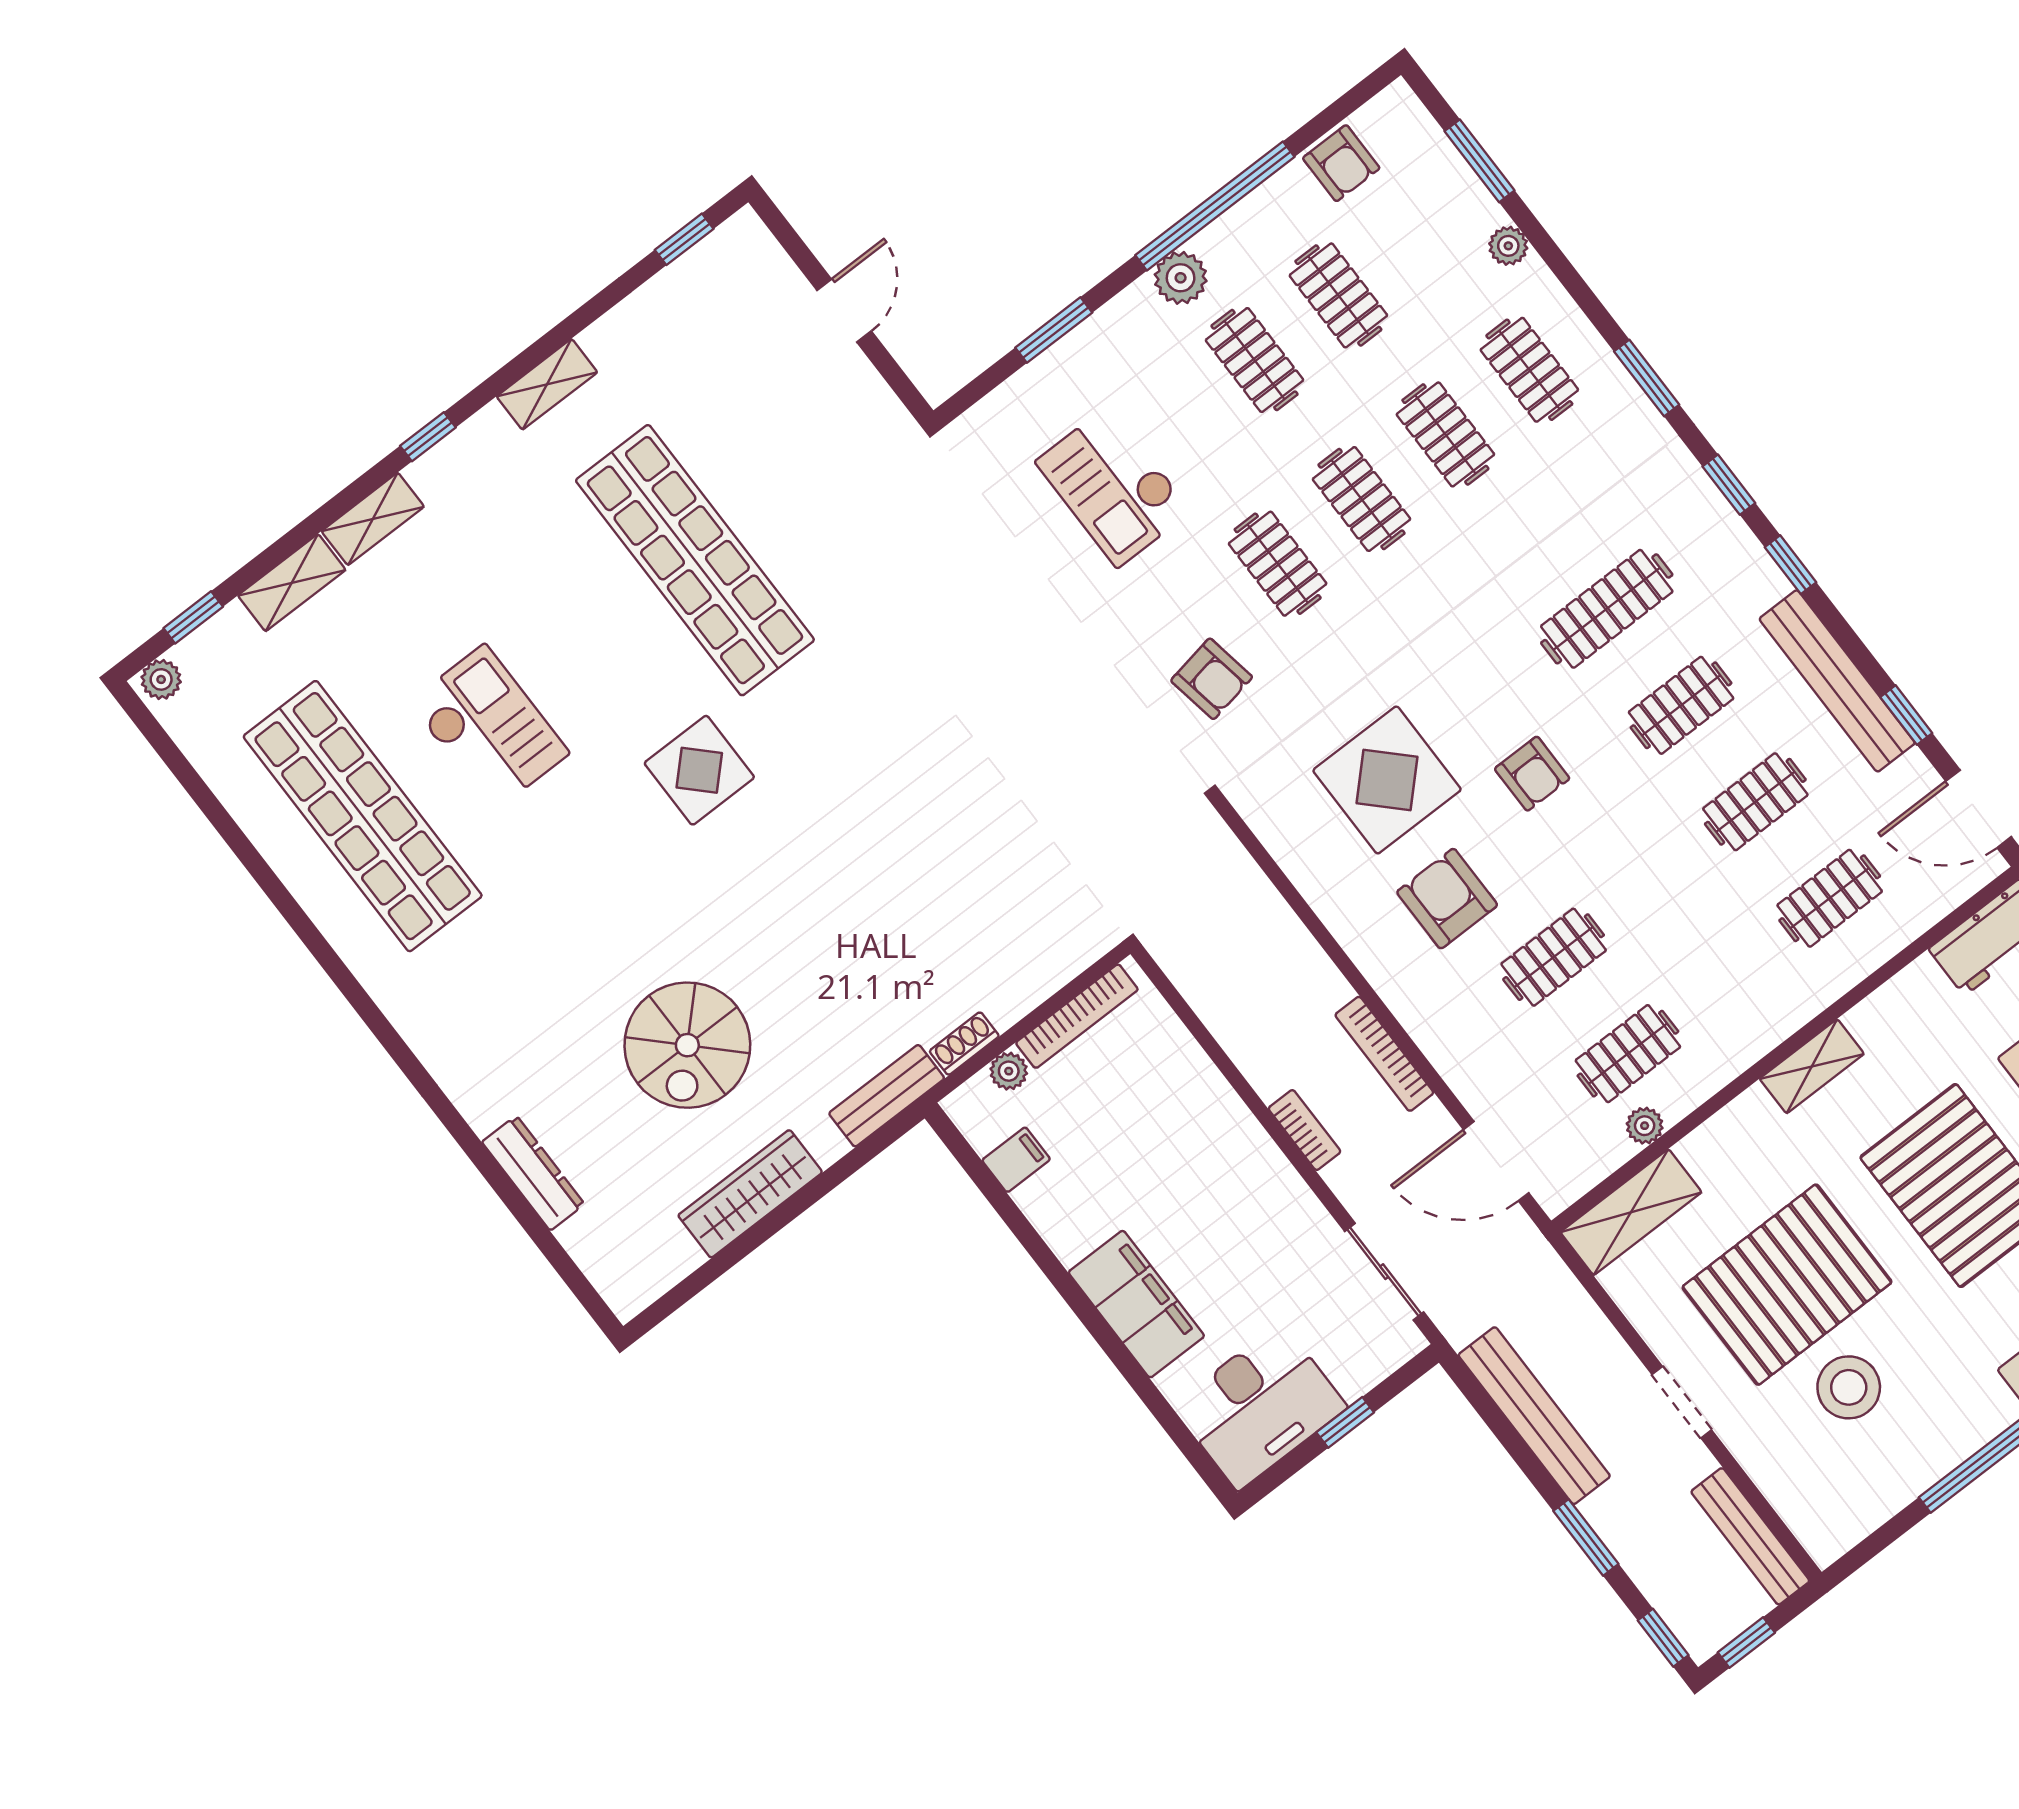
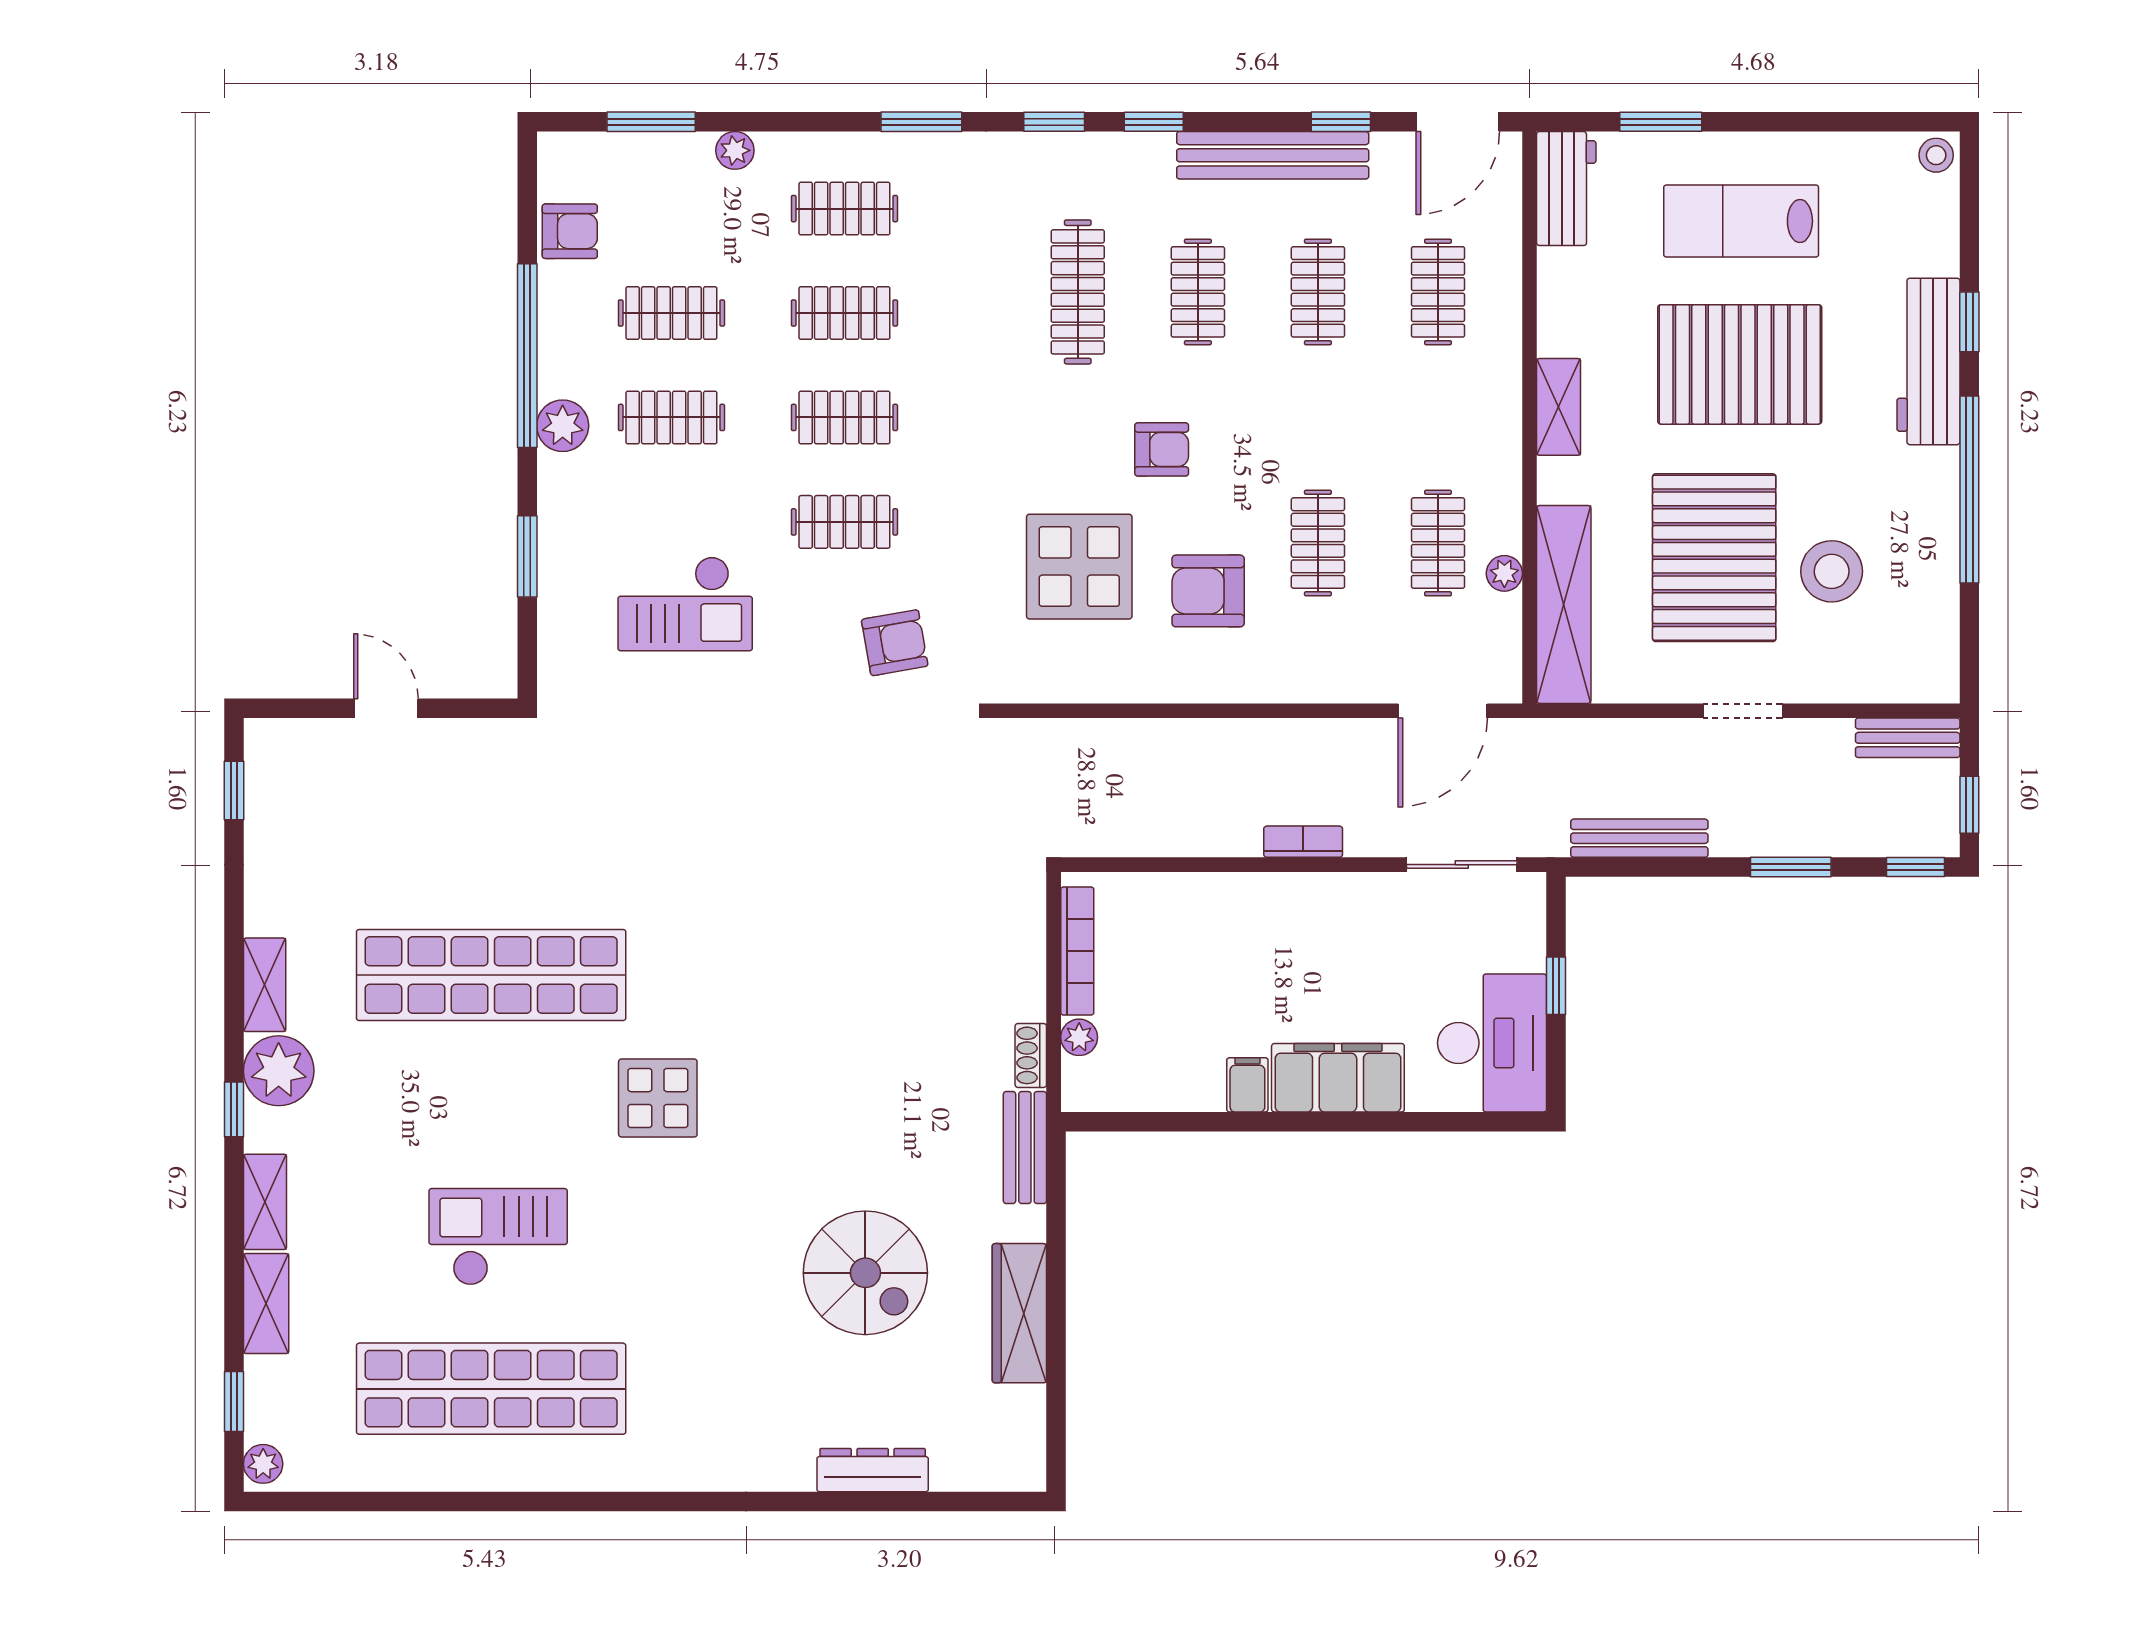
plant: (487, 449) -> (279, 1071), added
bookcase: (1384, 1054) -> (1292, 733), removed
filing cabinet: (1016, 1160) -> (1247, 1085), moved
shelving: (1631, 1212) -> (1564, 604), width x1.47
bench: (1534, 1416) -> (1639, 838), width x0.73, depth x0.82
bench: (1750, 1536) -> (1908, 738), width x0.73

